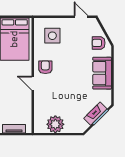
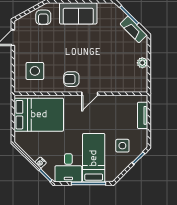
fireplace: (95, 114) -> (133, 29), moved
plant: (55, 124) -> (142, 63), width x0.53, depth x0.53

